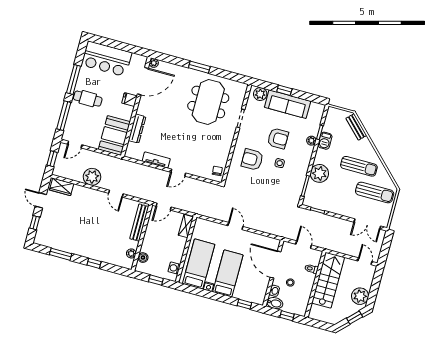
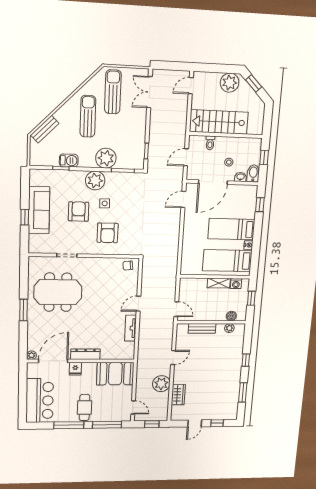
door: (143, 81) -> (53, 361), hinge flipped
plant: (260, 94) -> (36, 241), removed
dresser: (137, 129) -> (85, 354), moved
plant: (311, 141) -> (95, 181), moved, width x1.88, depth x1.88
door: (178, 173) -> (138, 304), swing flipped
wardrobe: (62, 187) -> (178, 395), moved
bench: (139, 223) -> (202, 328), width x0.73
double door: (367, 224) -> (149, 92), swing flipped
shelving: (186, 226) -> (219, 283), moved
door: (235, 226) -> (183, 200), moved

